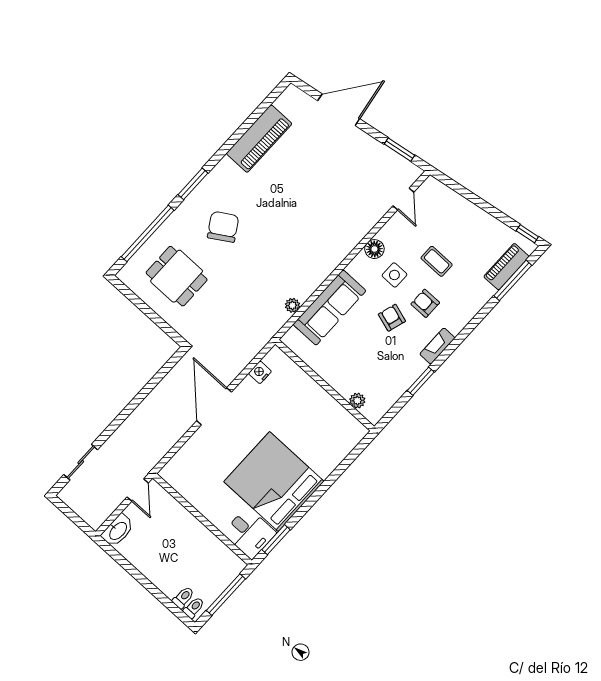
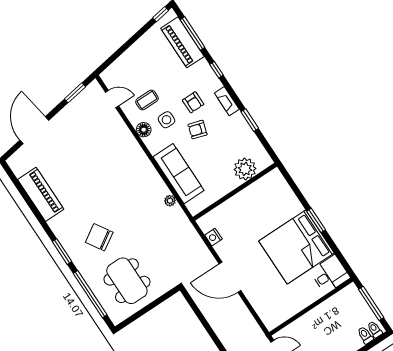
coffee table: (437, 261) -> (147, 100), moved
piano: (506, 267) -> (182, 42), width x1.37, depth x1.33
dining table: (177, 276) -> (127, 281), width x1.38
armchair: (425, 303) -> (193, 102), turned -90
window: (474, 323) -> (216, 70), added
plant: (357, 401) -> (245, 169), width x1.87, depth x1.87
window: (276, 540) -> (316, 220), moved

